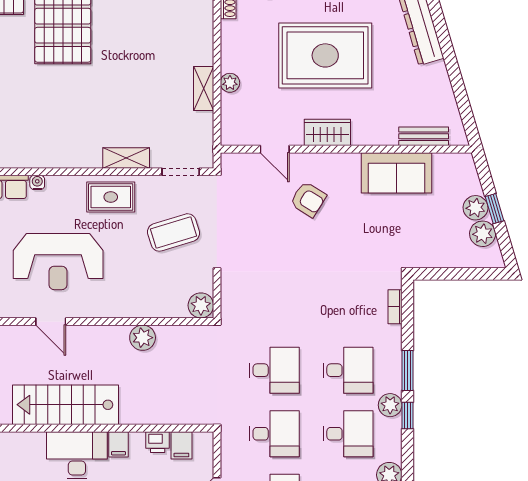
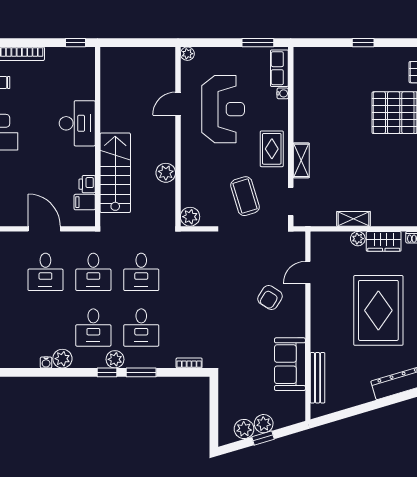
wardrobe: (327, 132) -> (384, 241), moved, turned 90
bench: (424, 136) -> (318, 378), width x1.36
reception desk: (58, 262) -> (223, 109), turned 180
stairs: (66, 405) -> (115, 173), moved
filing cabinet: (118, 444) -> (85, 155), removed

